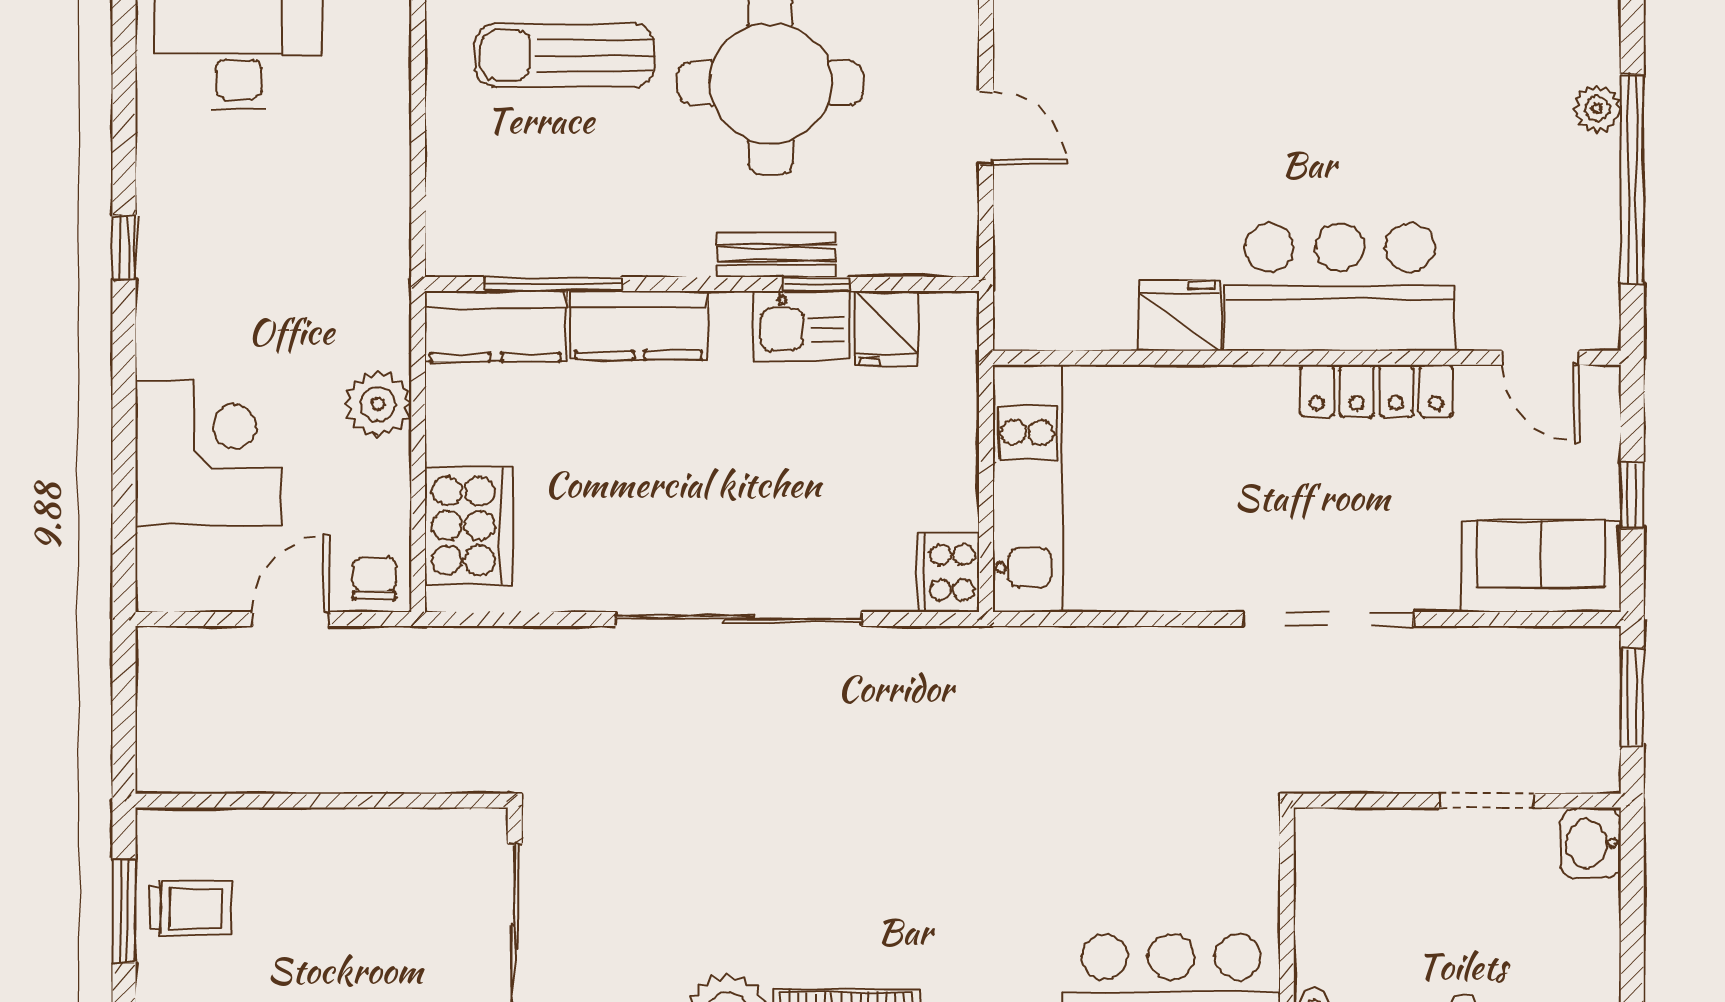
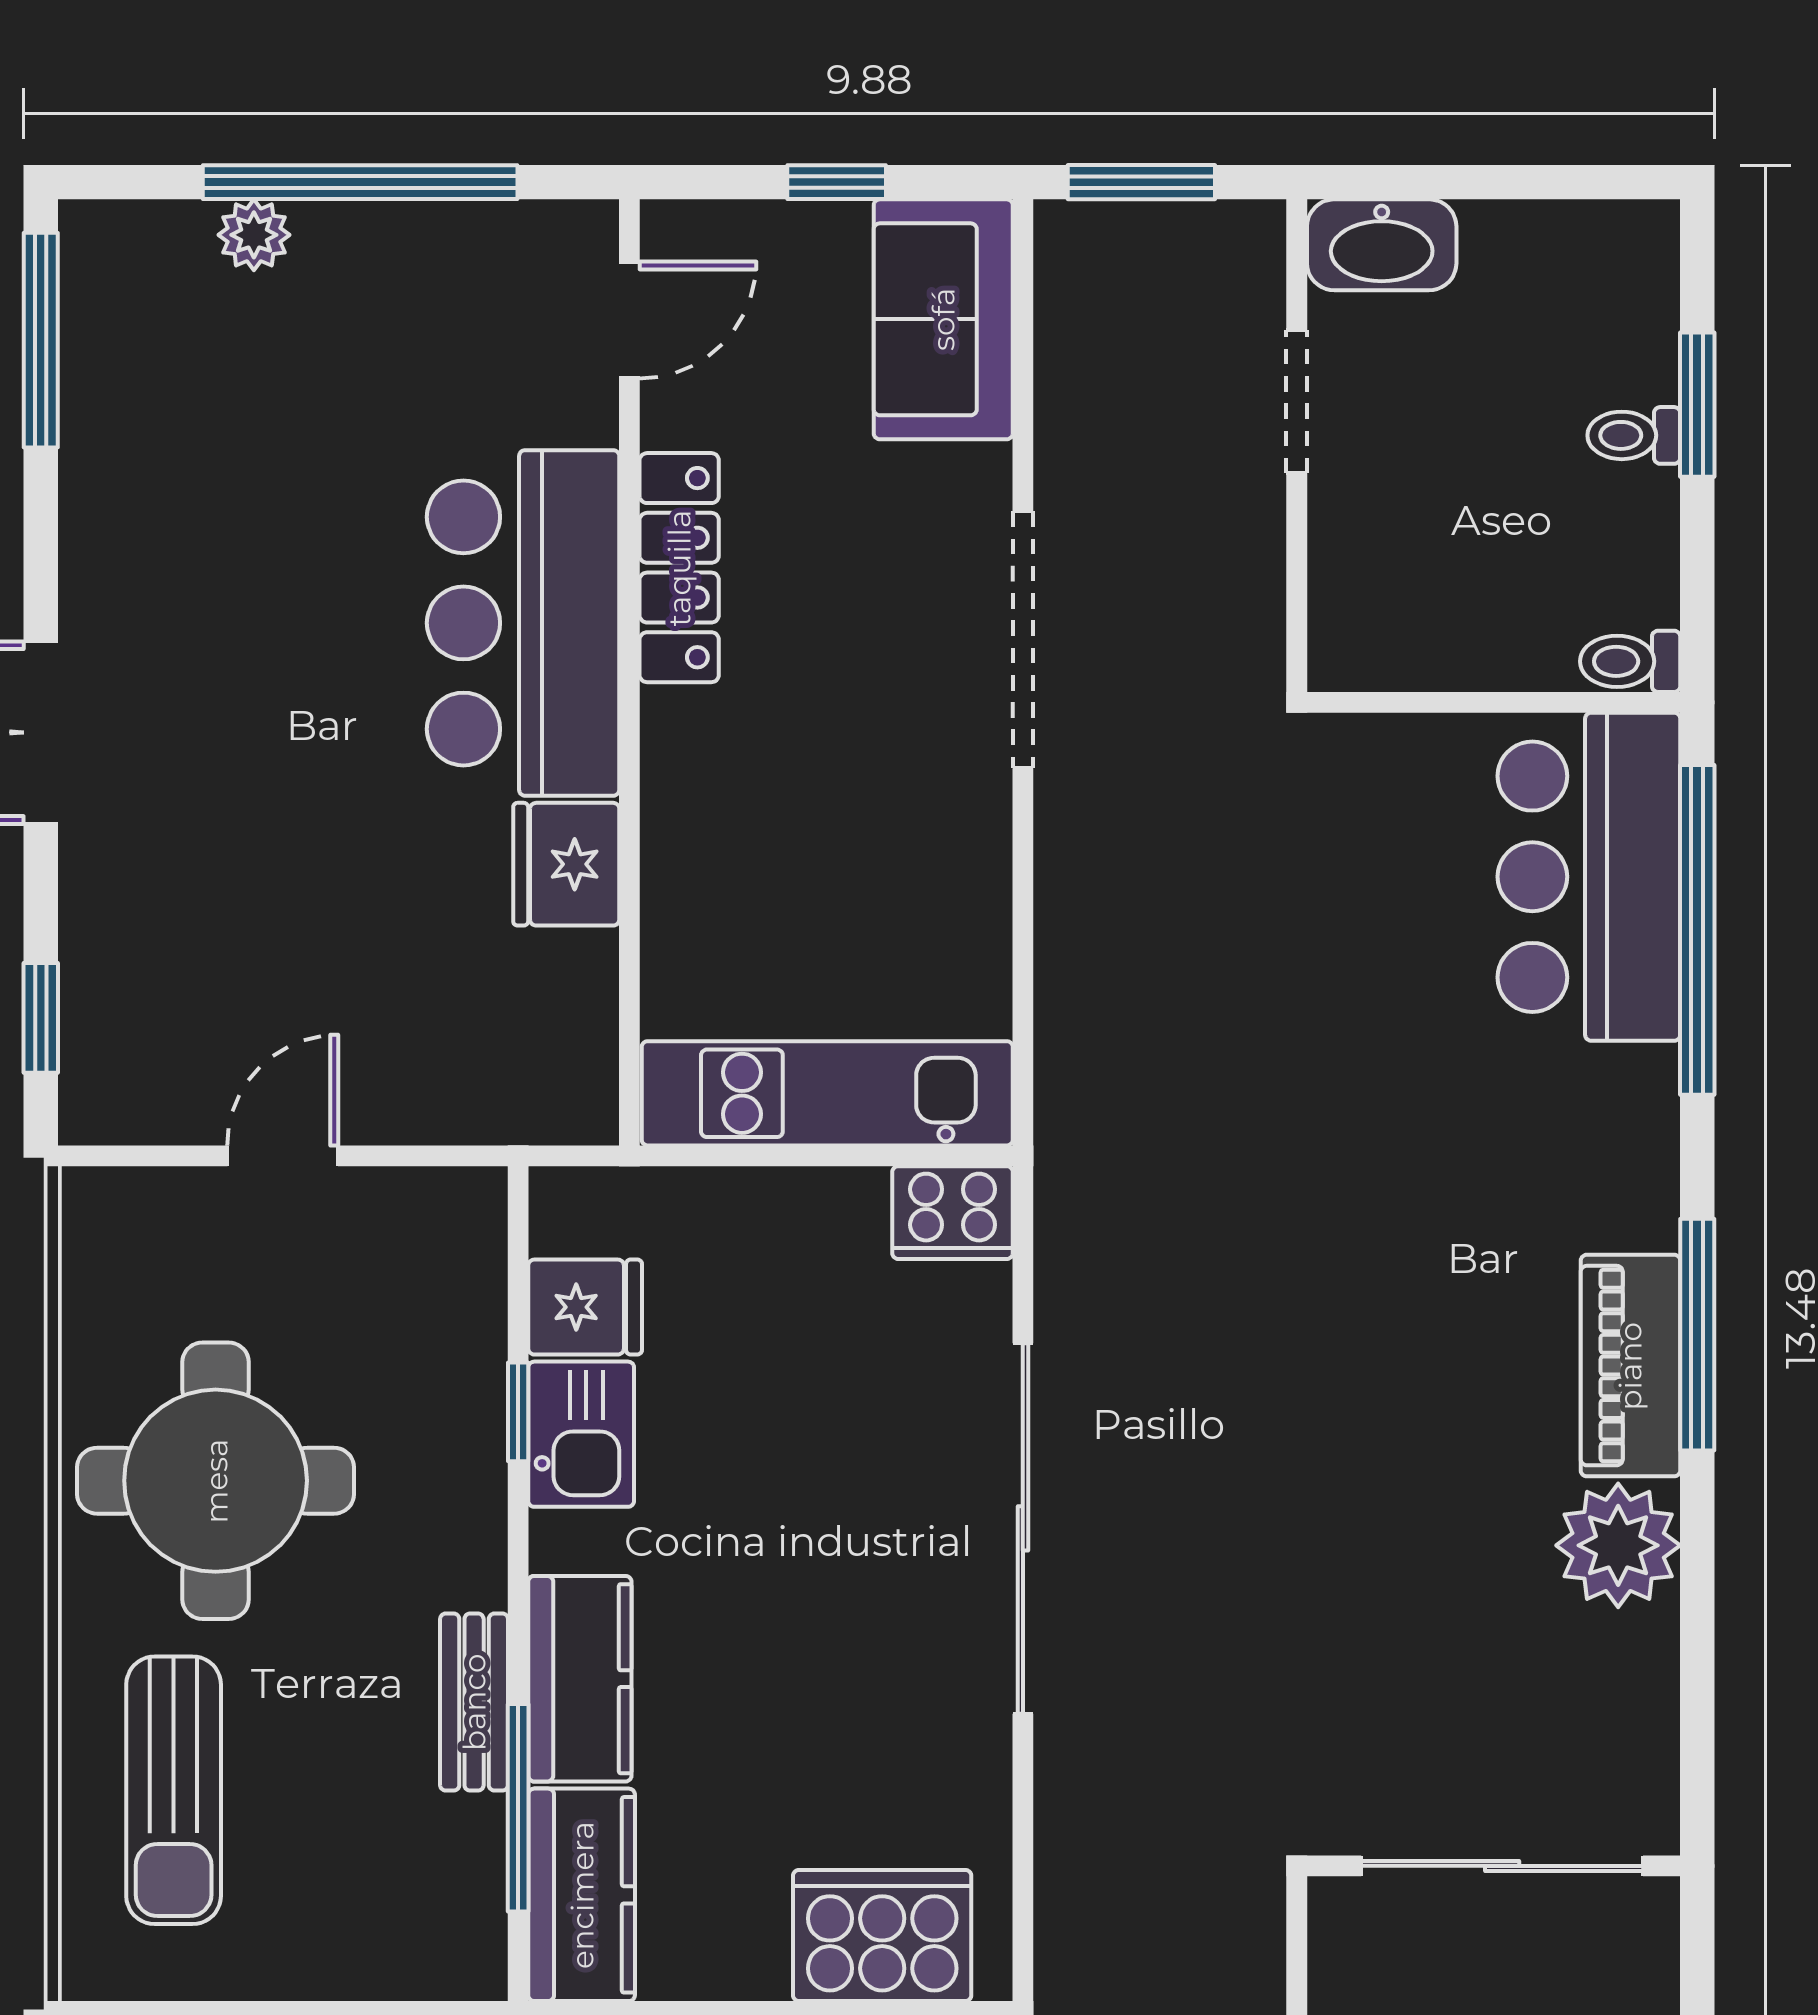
bench: (777, 255) -> (474, 1702), moved
washbasin: (1591, 843) -> (1382, 245), width x1.38

